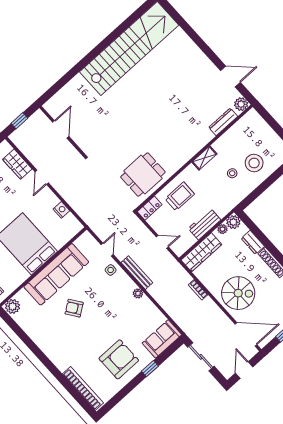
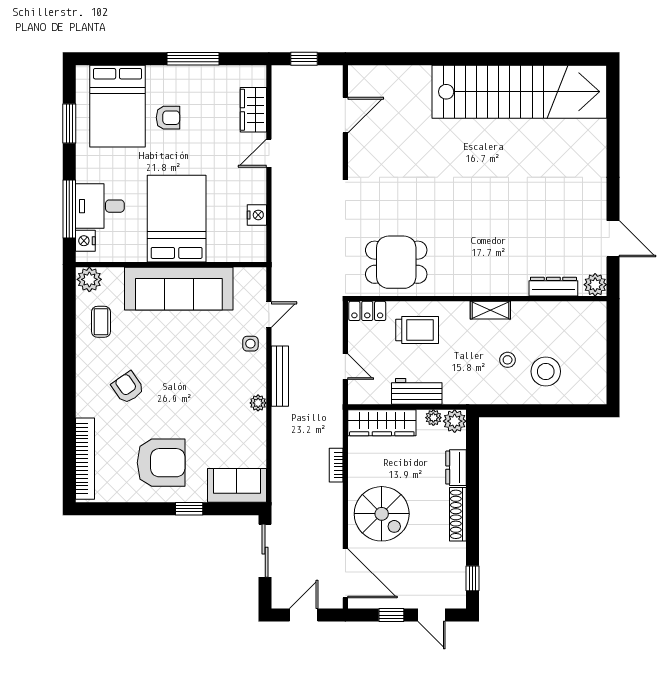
armchair: (74, 308) -> (128, 387), moved
coffee table: (35, 321) -> (101, 322), added

